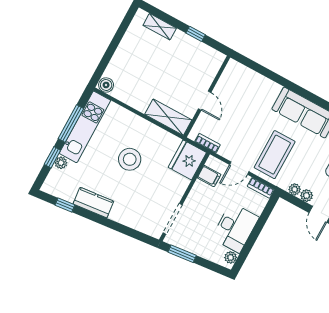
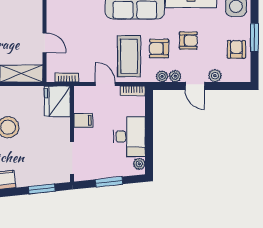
armchair: (306, 162) -> (159, 48), added
door: (239, 168) -> (105, 84), swing flipped
filing cabinet: (209, 176) -> (83, 120), moved
window: (130, 232) -> (42, 189), added
window: (182, 254) -> (109, 182), moved

